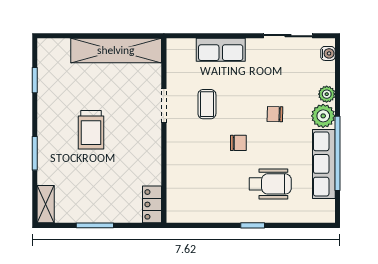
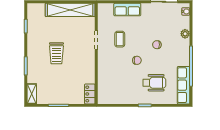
plant: (323, 116) -> (183, 46), removed
row of seats: (324, 164) -> (184, 85), moved

